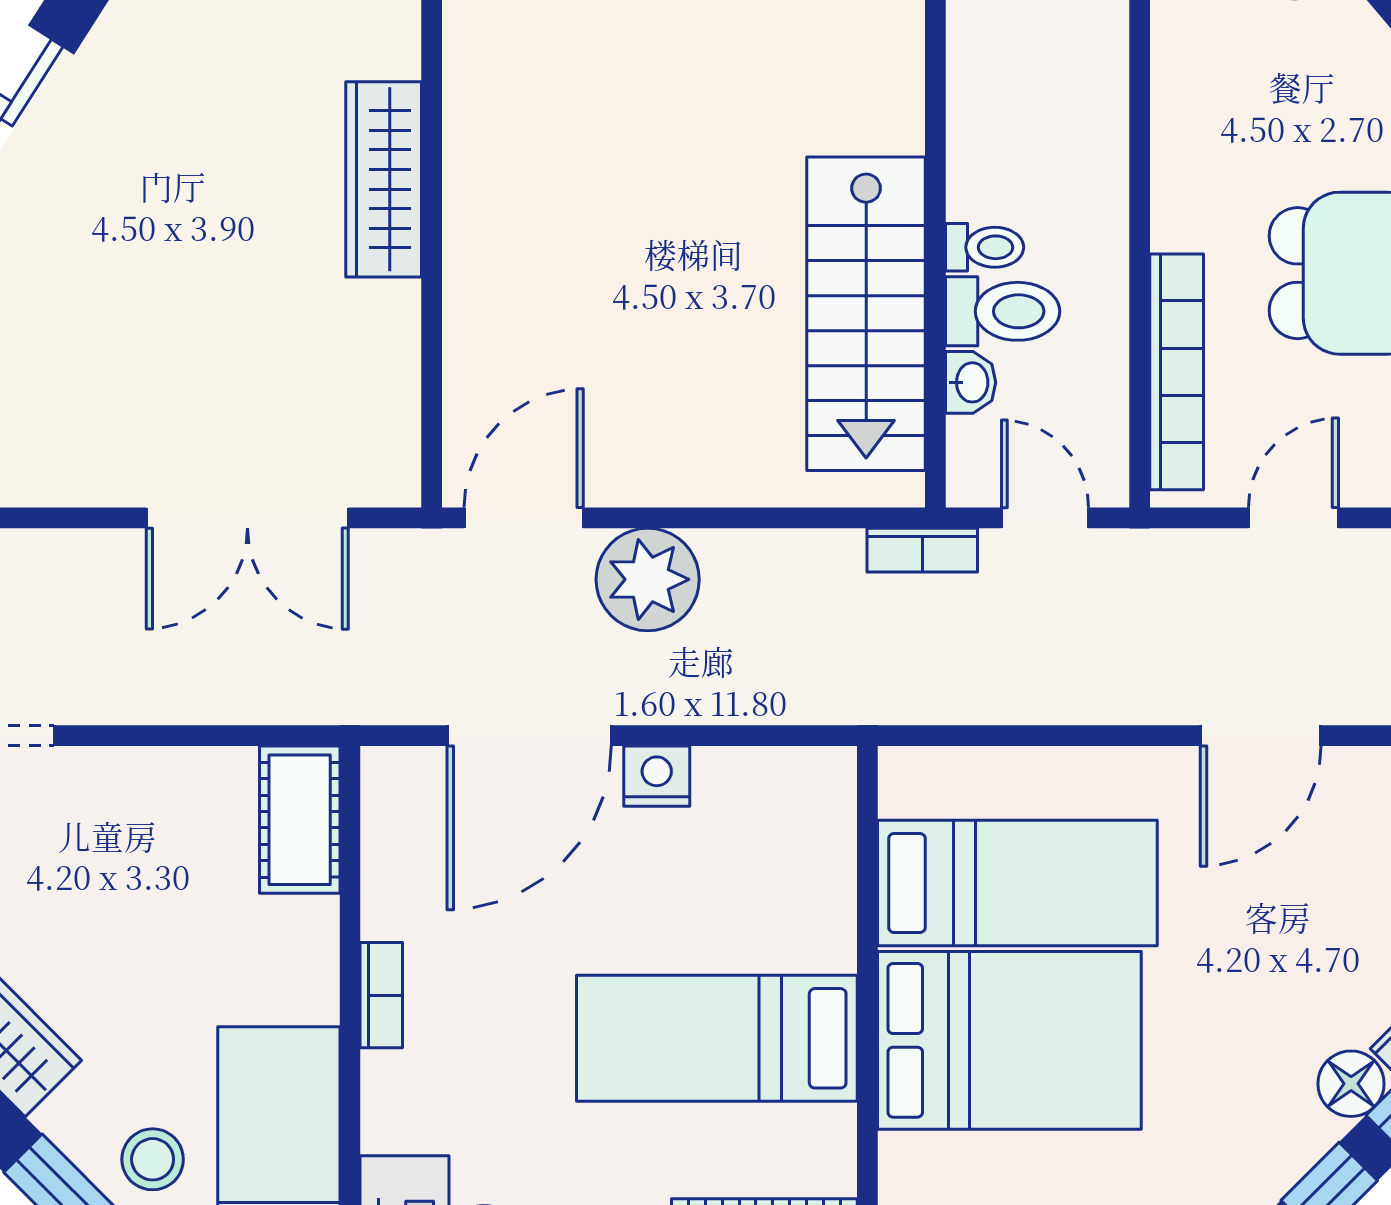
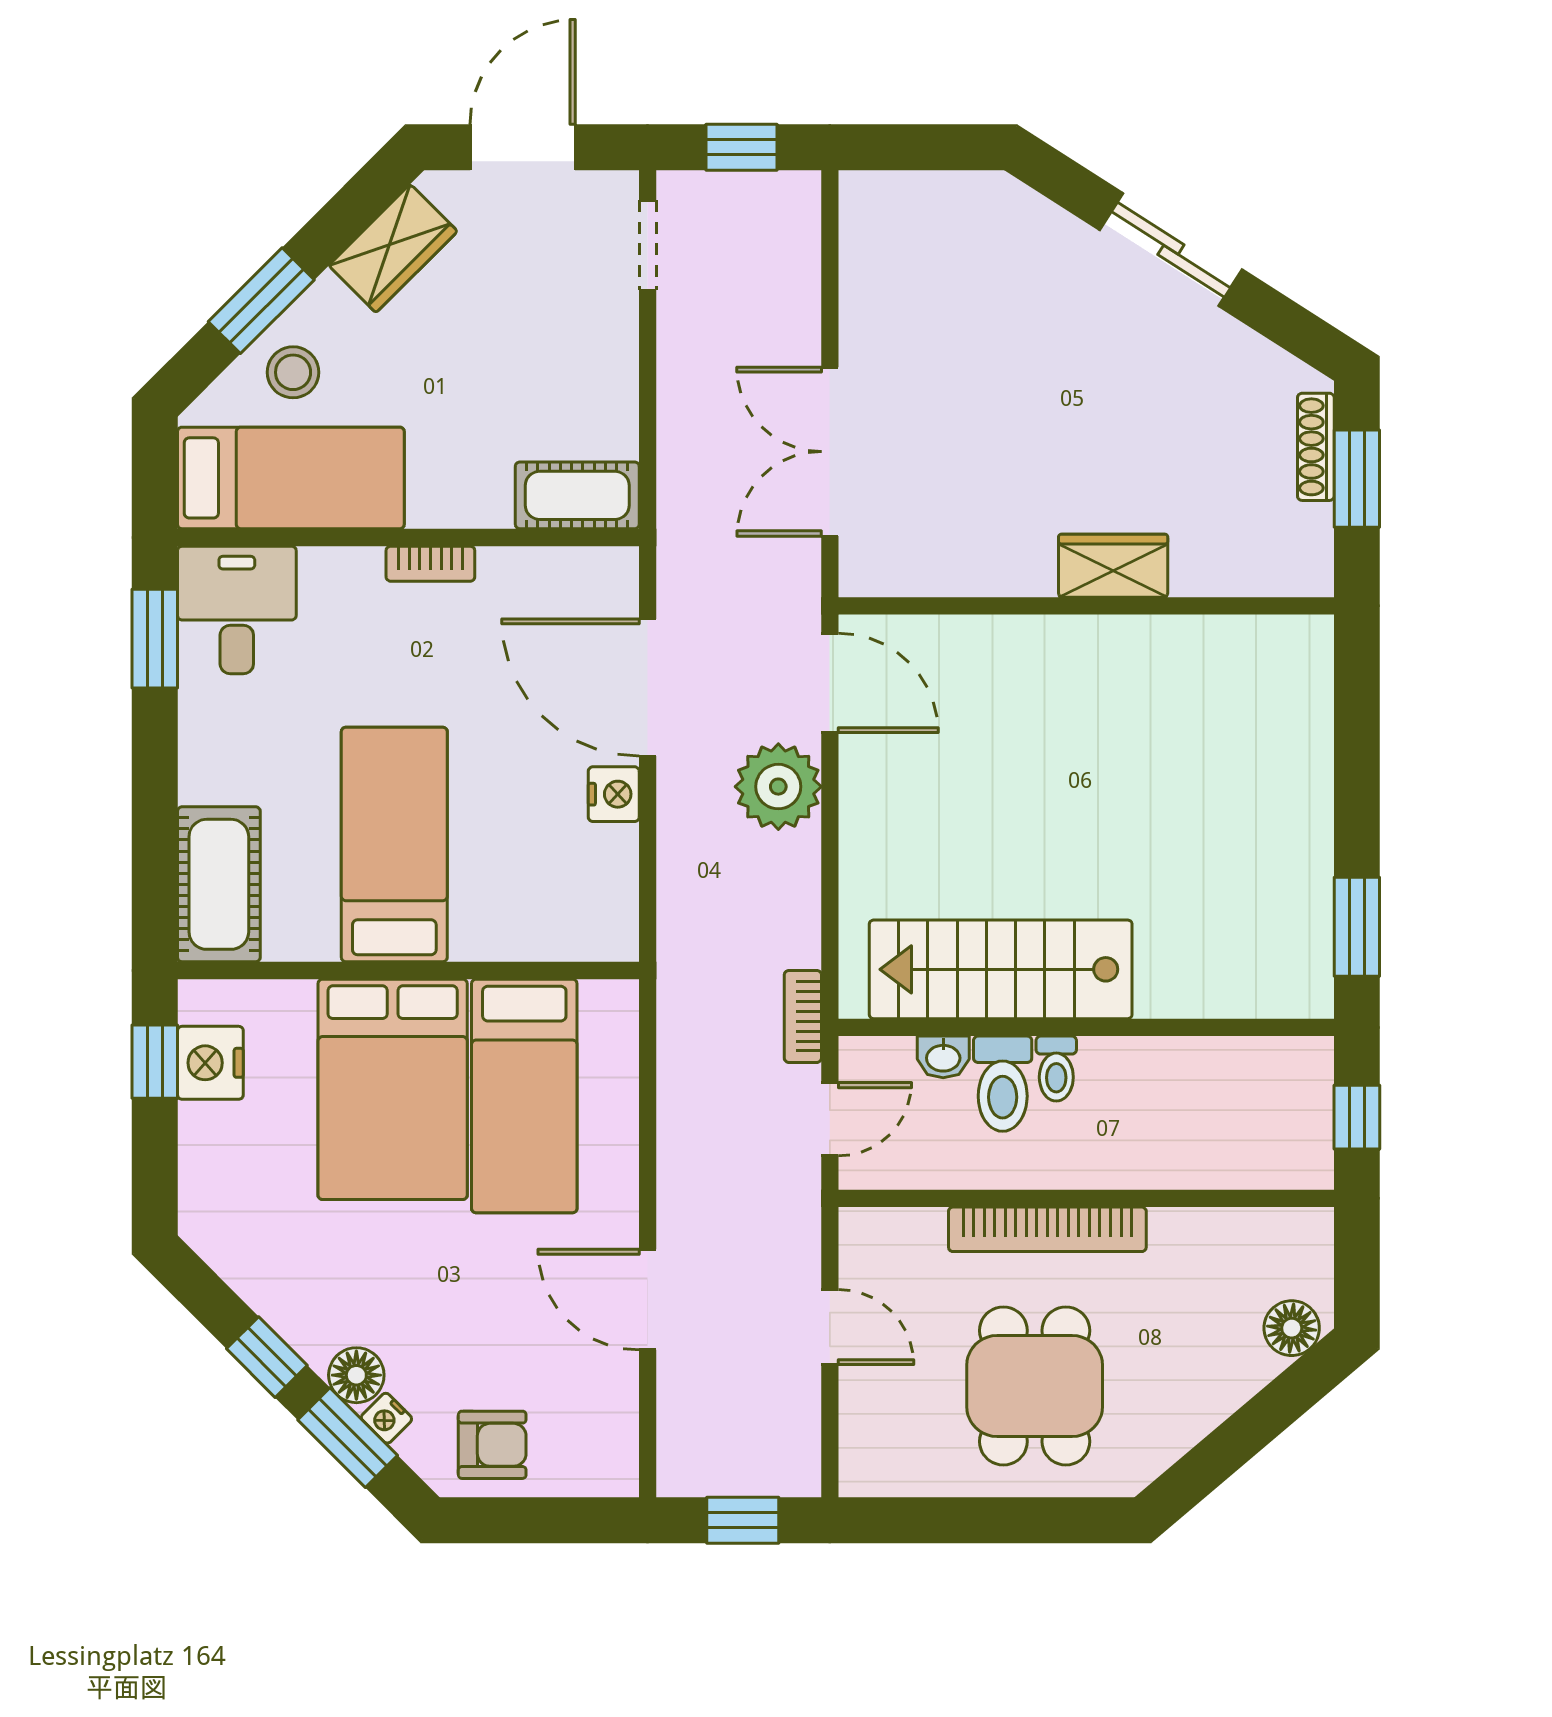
wardrobe: (384, 179) -> (1113, 566), width x0.67
bookcase: (1177, 372) -> (1047, 1229), moved

